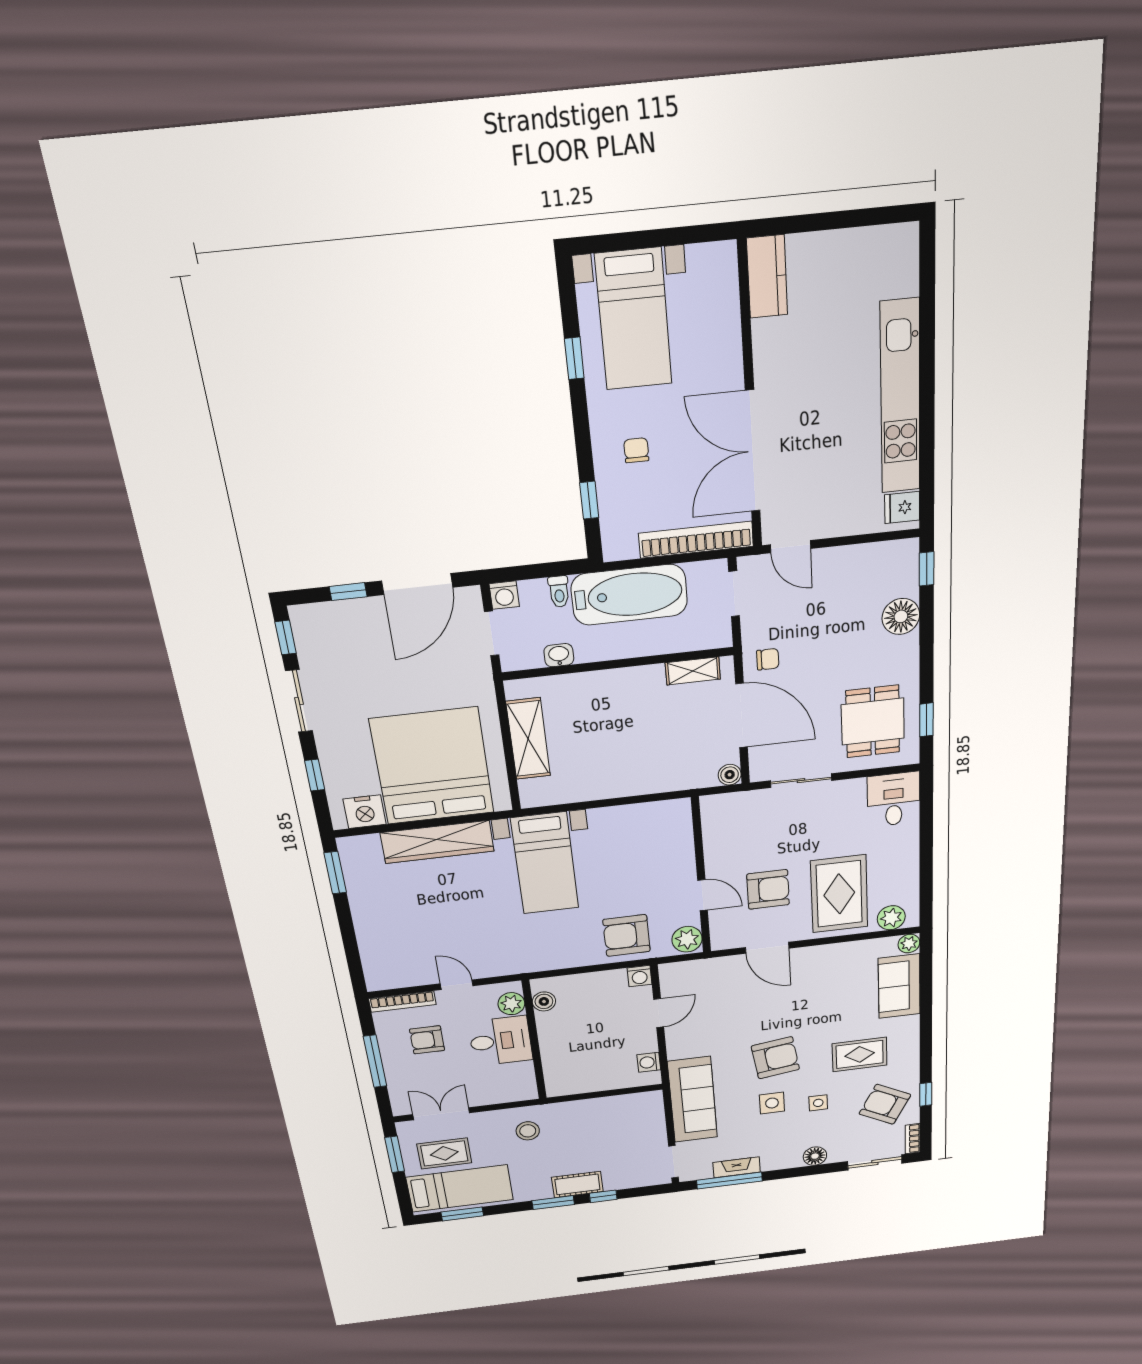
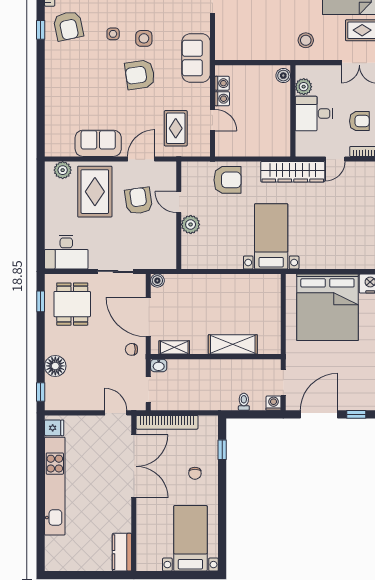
window: (574, 358) -> (222, 522), removed
bathtub: (629, 595) -> (206, 396), removed
washbasin: (559, 655) -> (159, 365), moved
shelving: (528, 739) -> (233, 344), moved, turned 90
desk: (894, 799) -> (66, 252), width x1.37
wardrobe: (437, 842) -> (293, 172), moved, turned 180
armchair: (768, 889) -> (139, 201), turned 82
plant: (687, 939) -> (191, 224), moved
plant: (909, 944) -> (52, 150), removed
door: (767, 948) -> (141, 159), hinge flipped
washing machine: (640, 976) -> (222, 99), moved, turned 90
door: (457, 985) -> (335, 159), hinge flipped
sofa: (899, 986) -> (98, 143), moved, turned -90
boiler: (544, 1001) -> (283, 76), moved
plant: (511, 1004) -> (304, 87), moved
door: (659, 1013) -> (213, 120), swing flipped
rug: (860, 1054) -> (176, 128), moved, turned 90
sofa: (693, 1100) -> (196, 58), width x0.73
armchair: (885, 1104) -> (68, 26), turned 50

